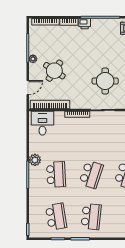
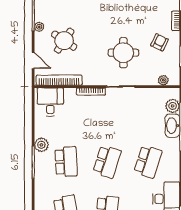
door: (28, 88) -> (33, 60), hinge flipped

